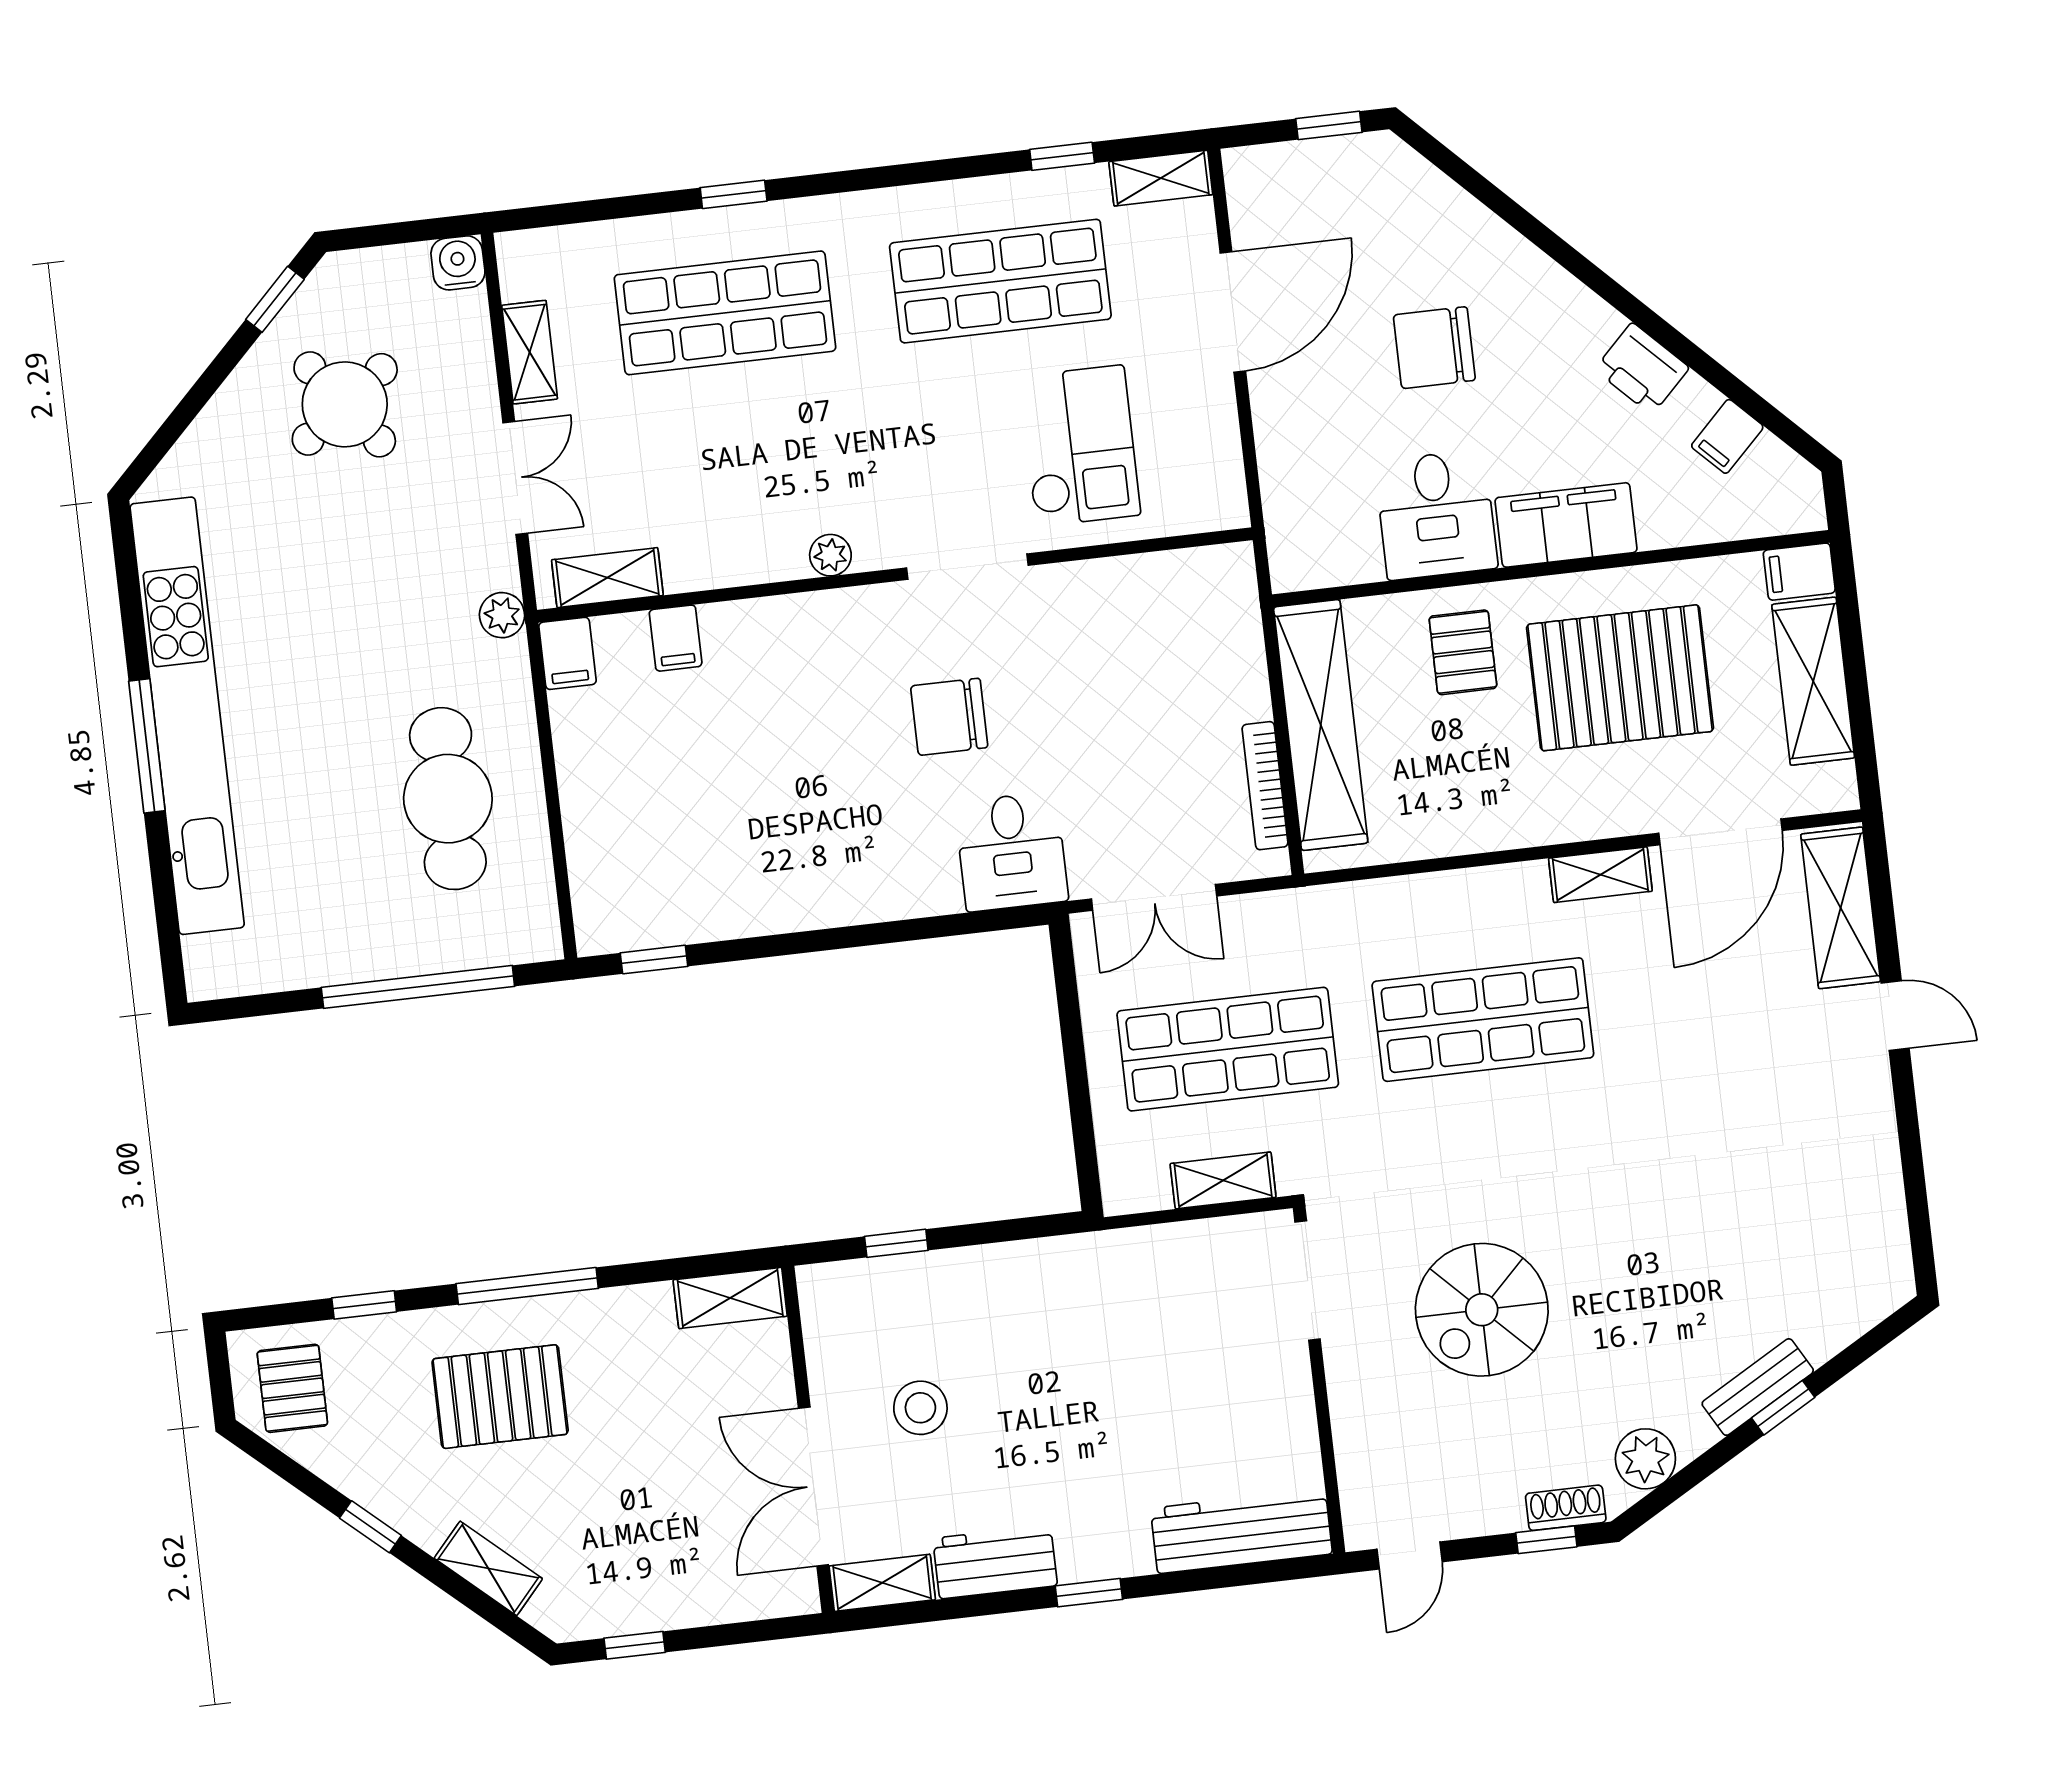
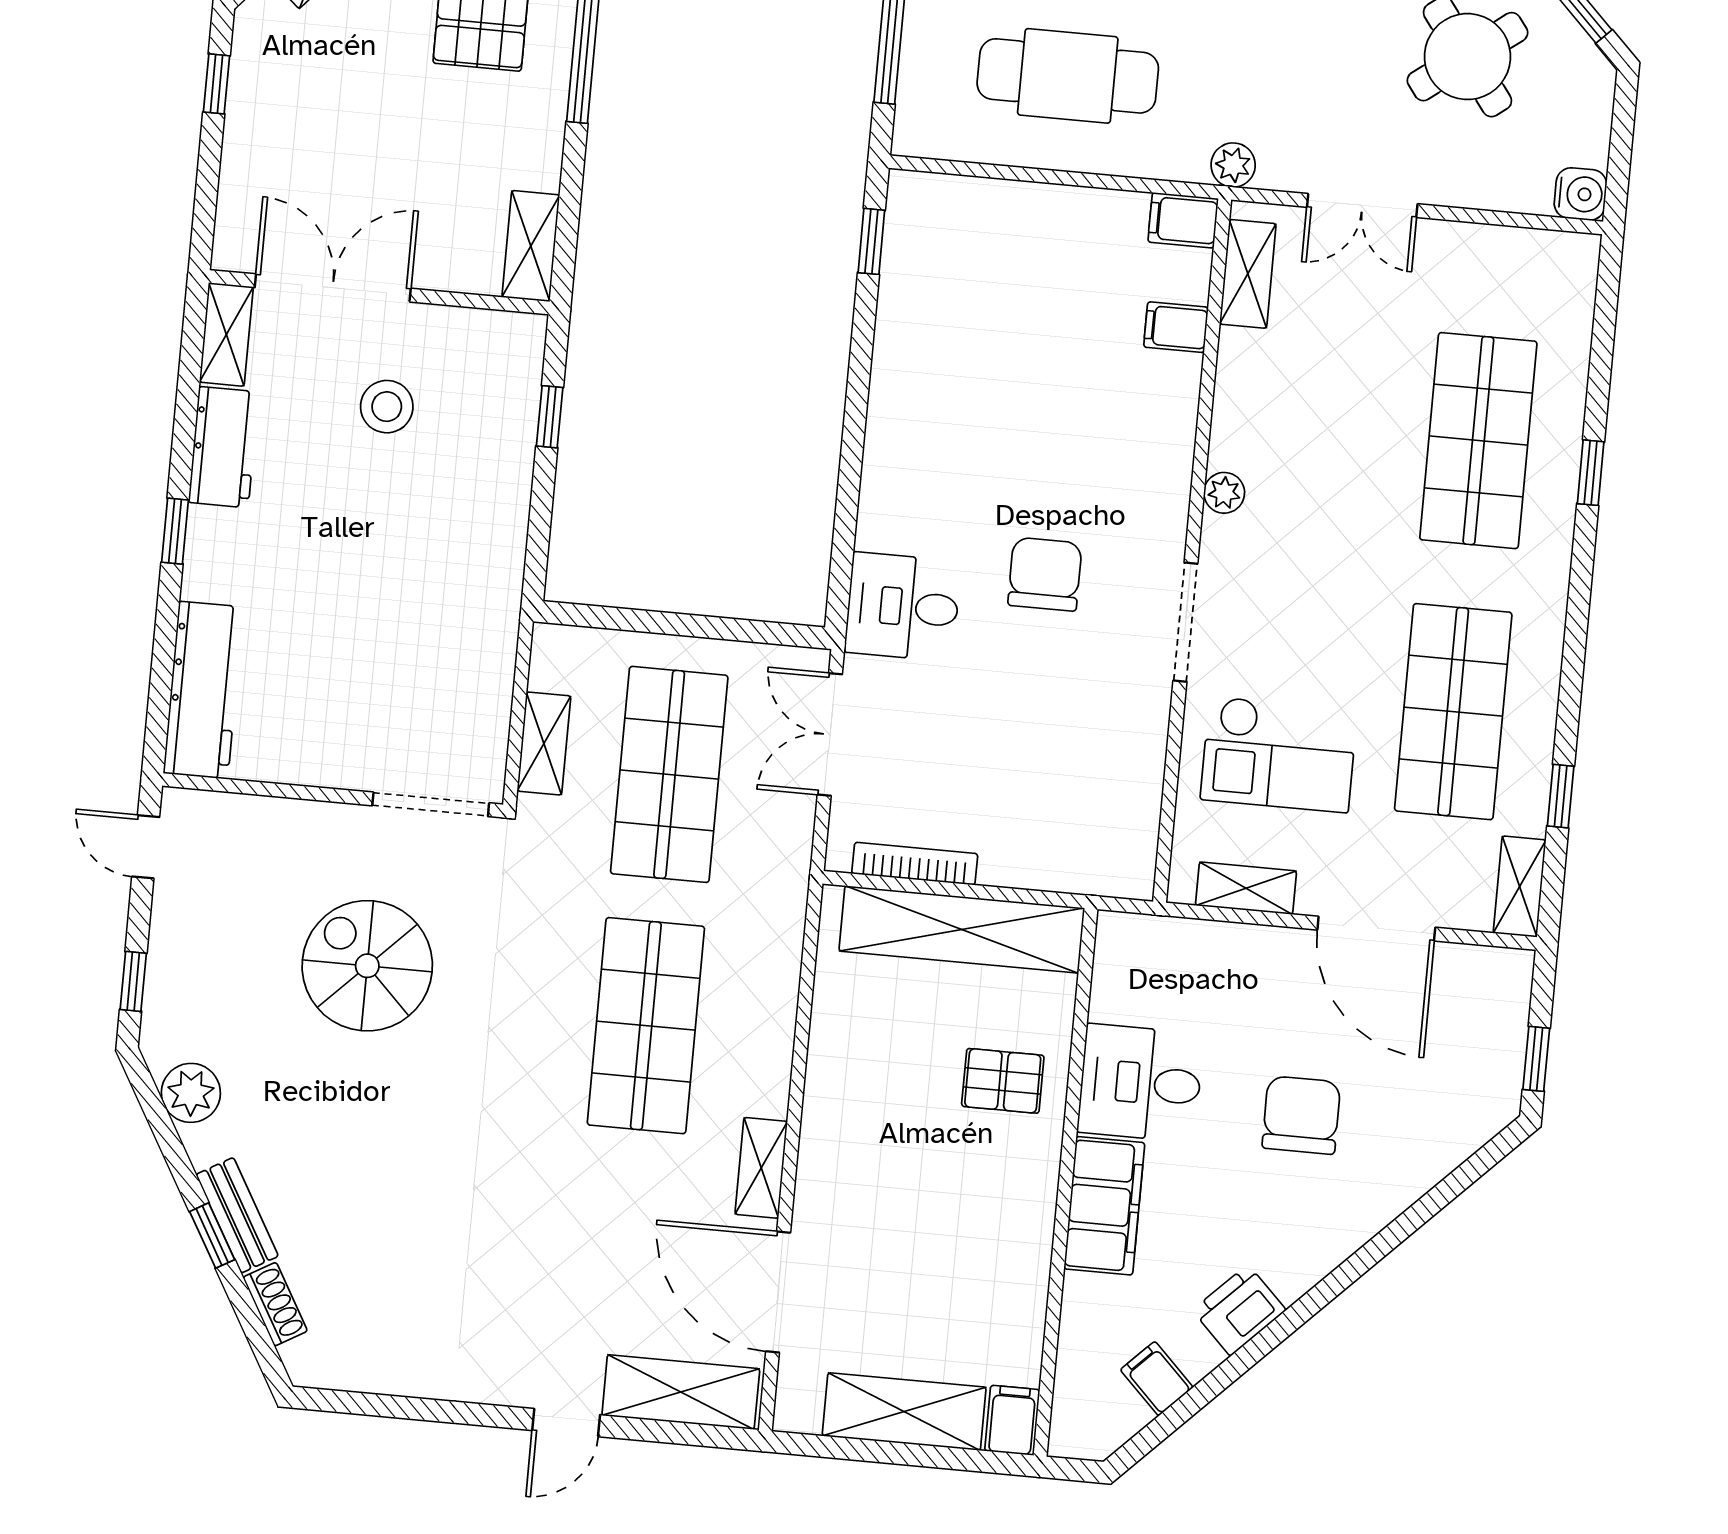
shelving: (530, 352) -> (1246, 888), moved
pallet: (1620, 678) -> (946, 1227), removed
shoe rack: (1566, 1508) -> (275, 1304), moved, turned -30

